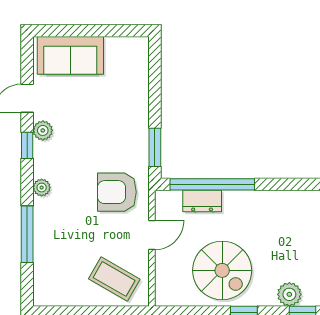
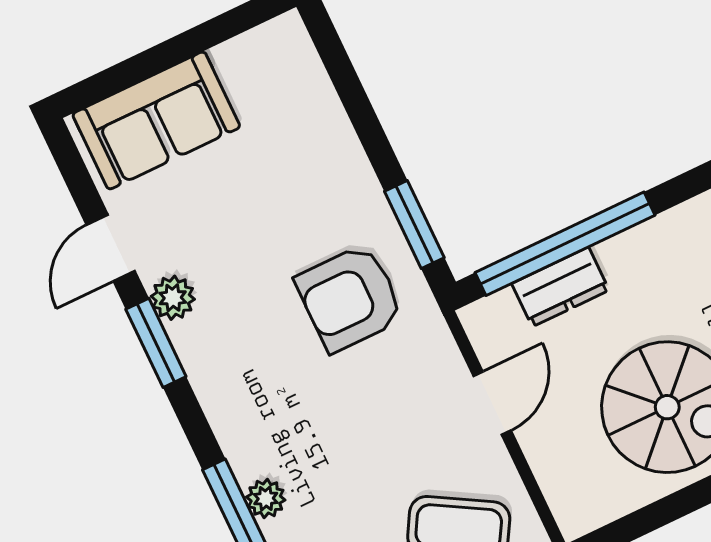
window: (27, 145) -> (156, 343), width x1.50
plant: (42, 188) -> (266, 498), moved
armchair: (117, 192) -> (350, 298), moved

